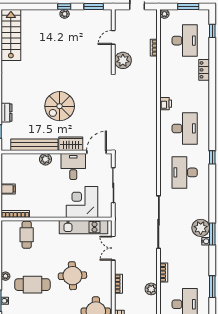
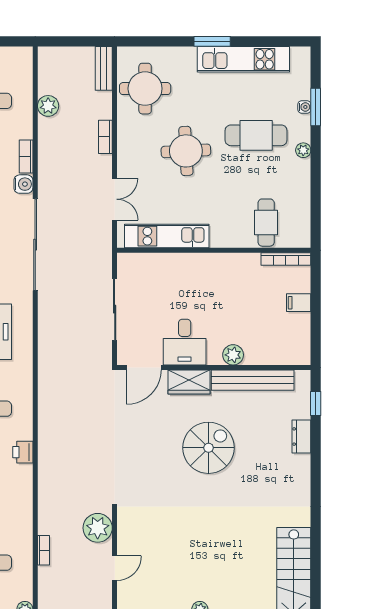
corner desk: (82, 202) -> (169, 280), removed
water cooler: (165, 257) -> (23, 184), added
plant: (151, 289) -> (48, 106), moved

